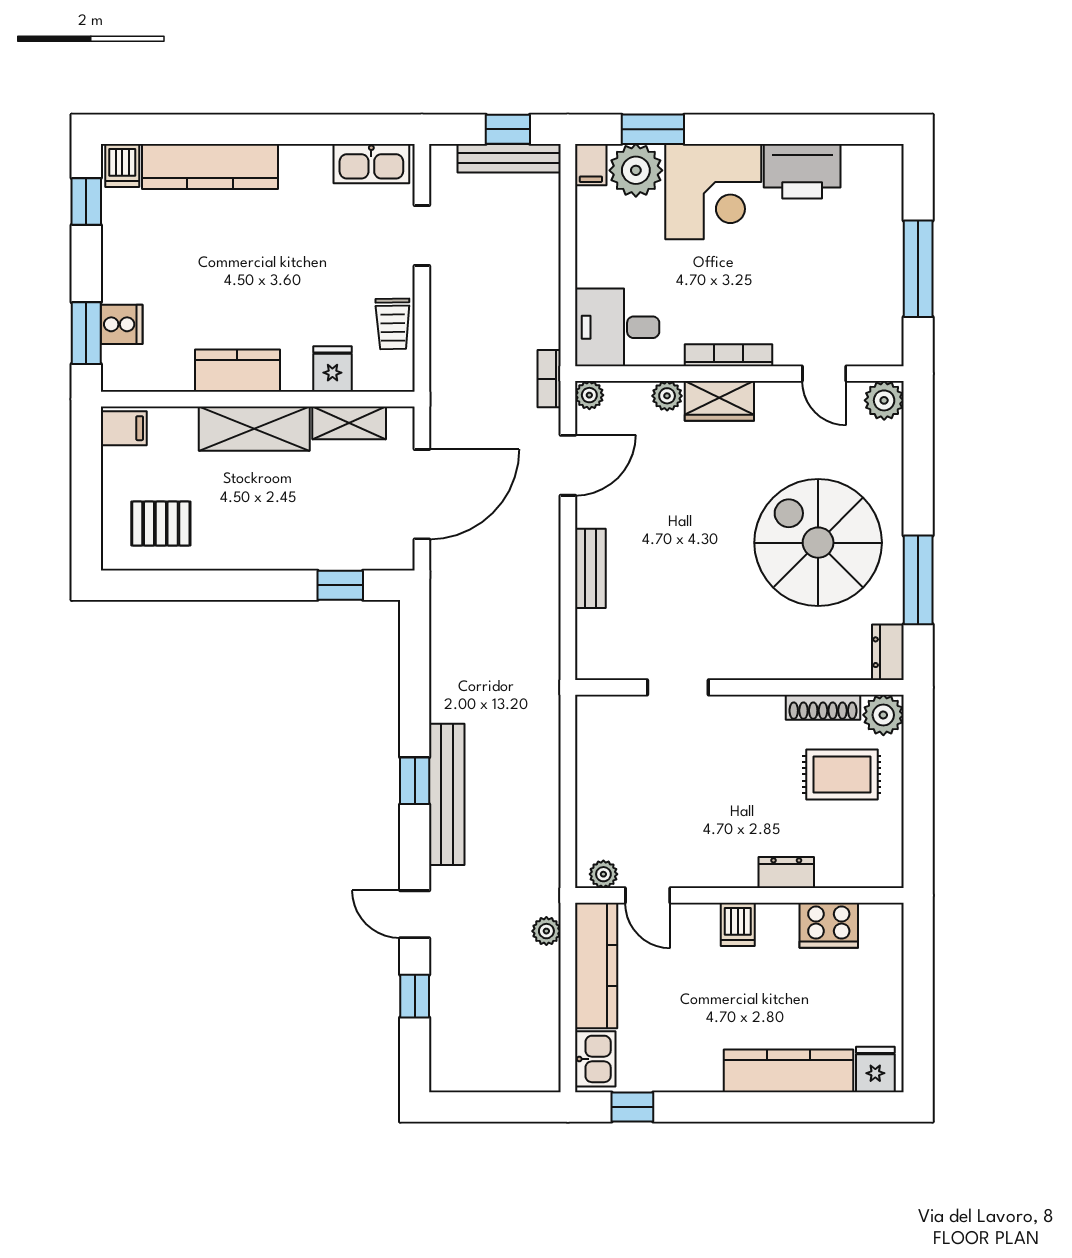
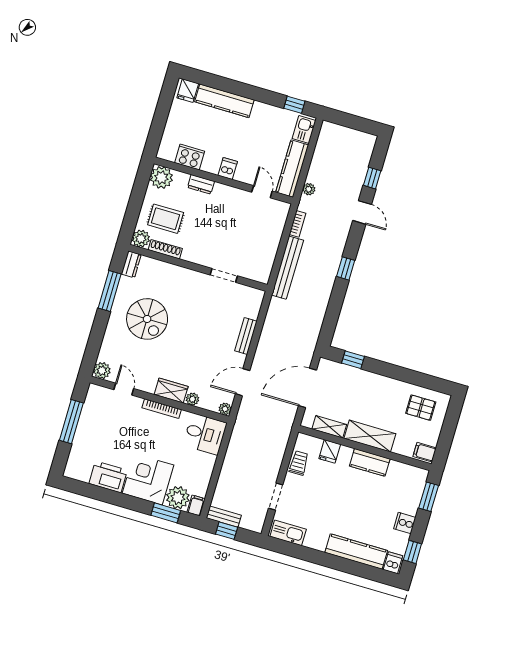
bench: (509, 158) -> (224, 517), width x0.73
cooker: (122, 324) -> (405, 523), moved
bookcase: (549, 379) -> (297, 224), moved
spiral stairs: (818, 543) -> (147, 319), width x0.73, depth x0.73
bench: (447, 794) -> (287, 268), moved
plant: (603, 874) -> (161, 178), moved, width x1.87, depth x1.87

